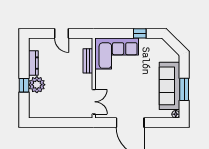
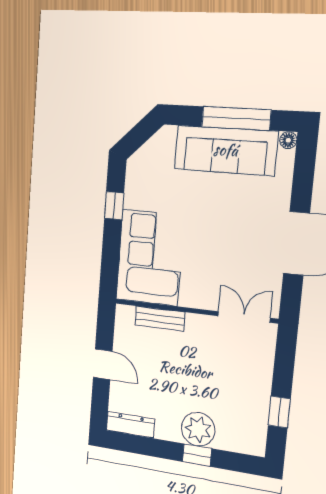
door: (62, 33) -> (103, 364), hinge flipped
dresser: (33, 63) -> (131, 425), moved
window: (184, 89) -> (236, 118), width x1.44
window: (51, 123) -> (279, 412), added

